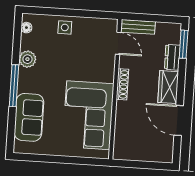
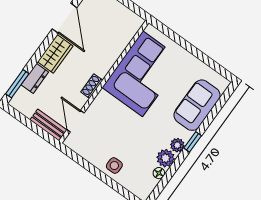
floor lamp: (26, 28) -> (159, 173), moved
plant: (25, 75) -> (177, 145), added
shoe rack: (122, 84) -> (92, 86), width x0.70
window: (14, 86) -> (193, 142), width x0.46

